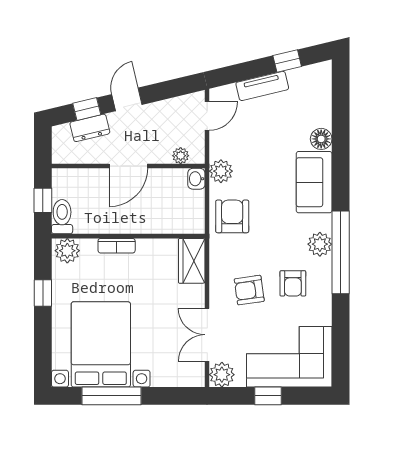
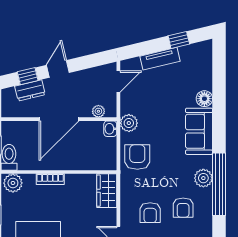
door: (128, 166) -> (59, 119), width x1.36
armchair: (249, 290) -> (150, 213), turned -82

